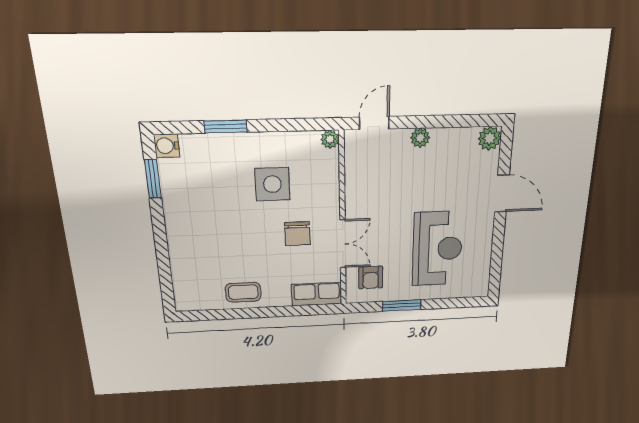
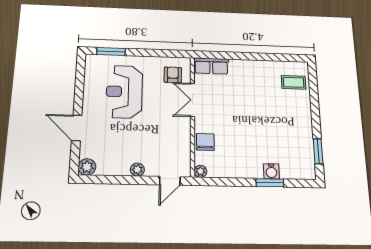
water cooler: (167, 146) -> (271, 171), moved, turned 90
side table: (272, 184) -> (240, 143), removed
chair: (297, 234) -> (205, 142), moved
coffee table: (243, 292) -> (294, 82), moved
window: (402, 305) -> (111, 51), moved

